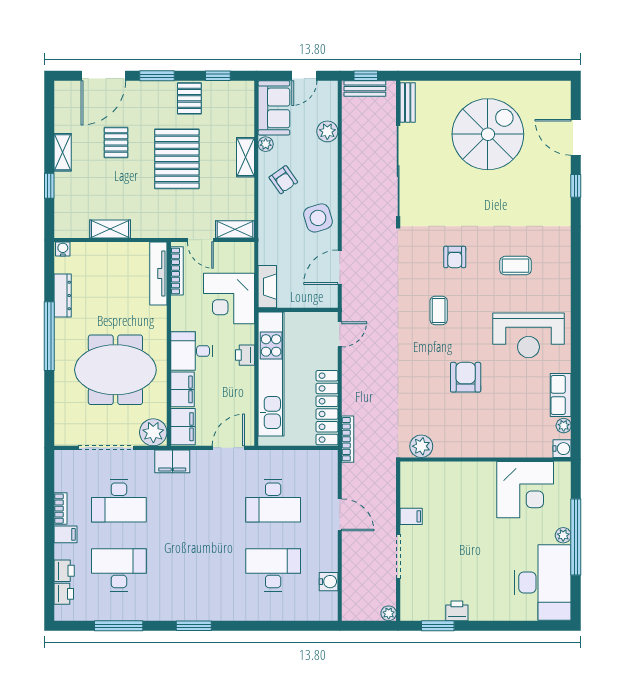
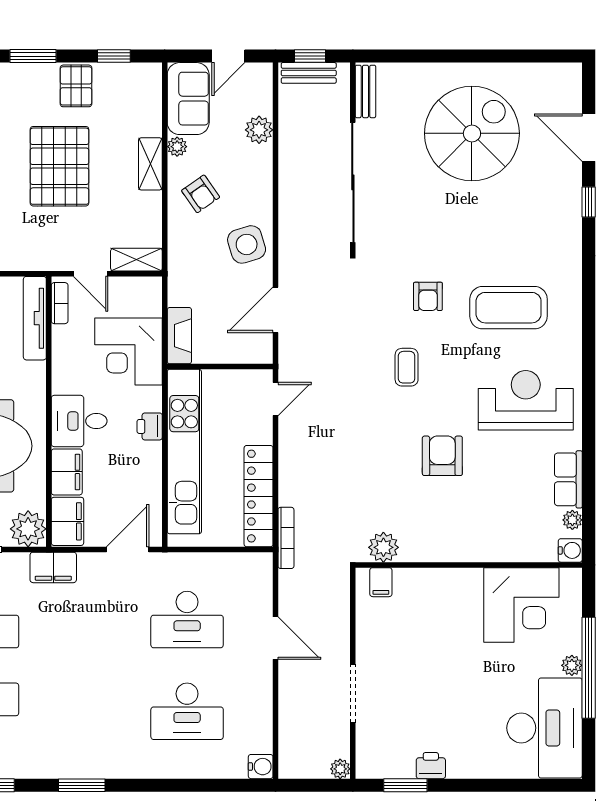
coffee table: (516, 266) -> (509, 308), width x1.86, depth x1.72
bookcase: (177, 271) -> (60, 303), width x0.64
reception desk: (528, 335) -> (526, 400), turned 180
filing cabinet: (411, 516) -> (381, 582), moved, turned 90
desk: (273, 570) -> (187, 711), turned 180
water cooler: (329, 582) -> (261, 767), moved

